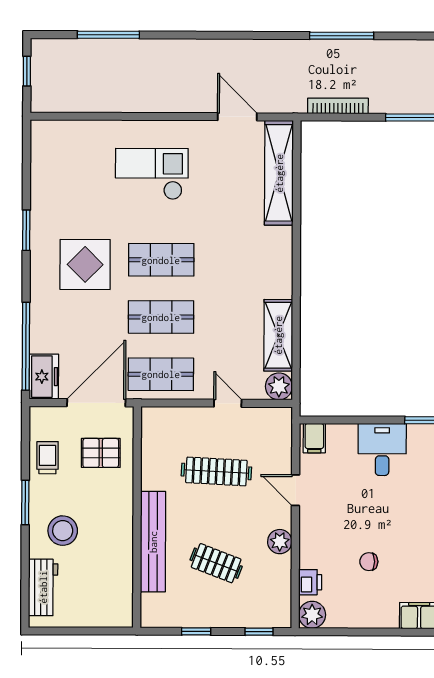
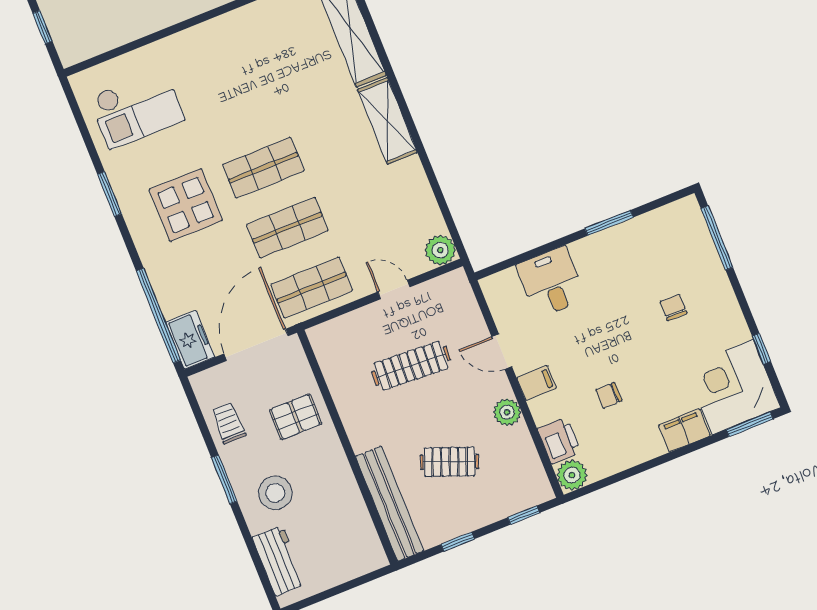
checkout: (152, 174) -> (137, 109), moved, turned 180
shelving: (278, 335) -> (387, 121), moved
filing cabinet: (314, 438) -> (537, 383), moved, turned -90
desk: (382, 450) -> (551, 282), moved
pallet: (101, 453) -> (296, 417), moved
bench: (153, 542) -> (390, 504), moved
printer: (310, 582) -> (559, 441), width x1.36, depth x1.24

